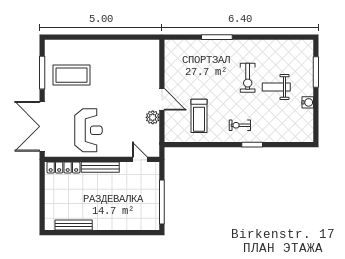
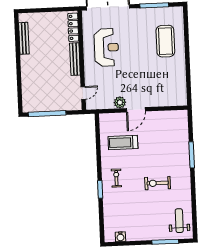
coffee table: (72, 75) -> (165, 41), moved
weight bench: (276, 87) -> (179, 221), moved
water cooler: (308, 102) -> (120, 237), moved
reception desk: (88, 130) -> (106, 47), turned -90

